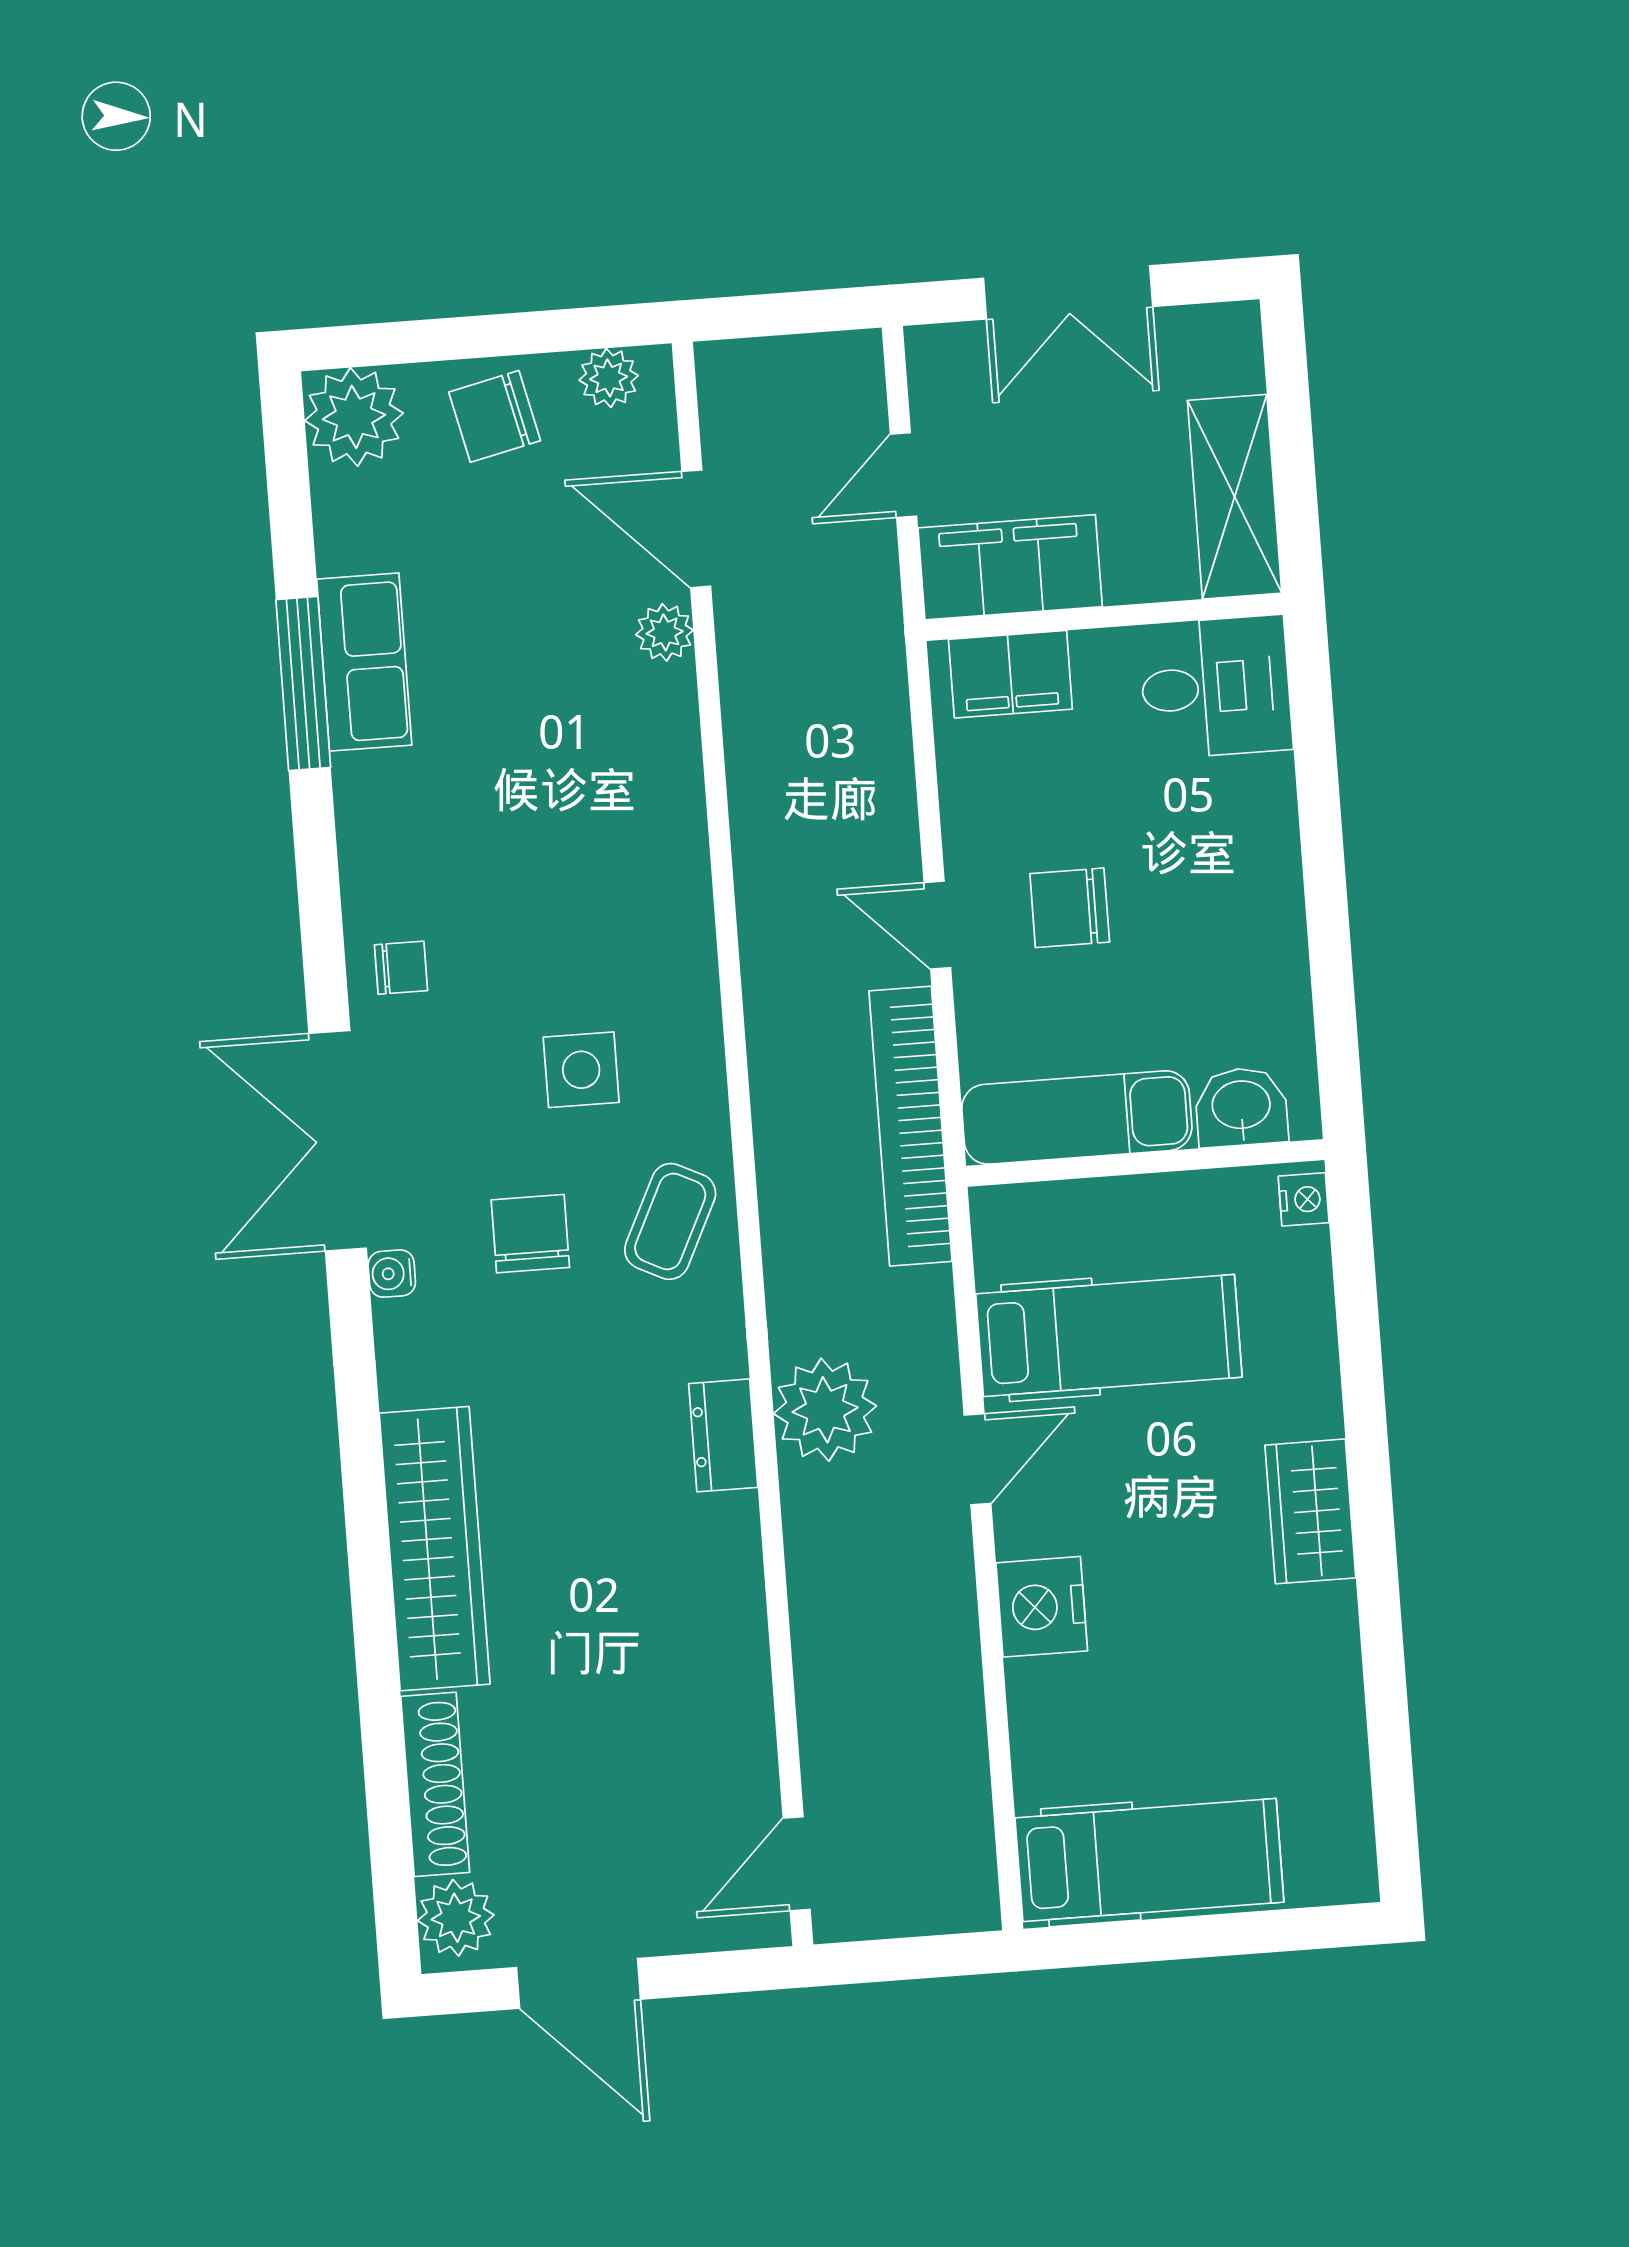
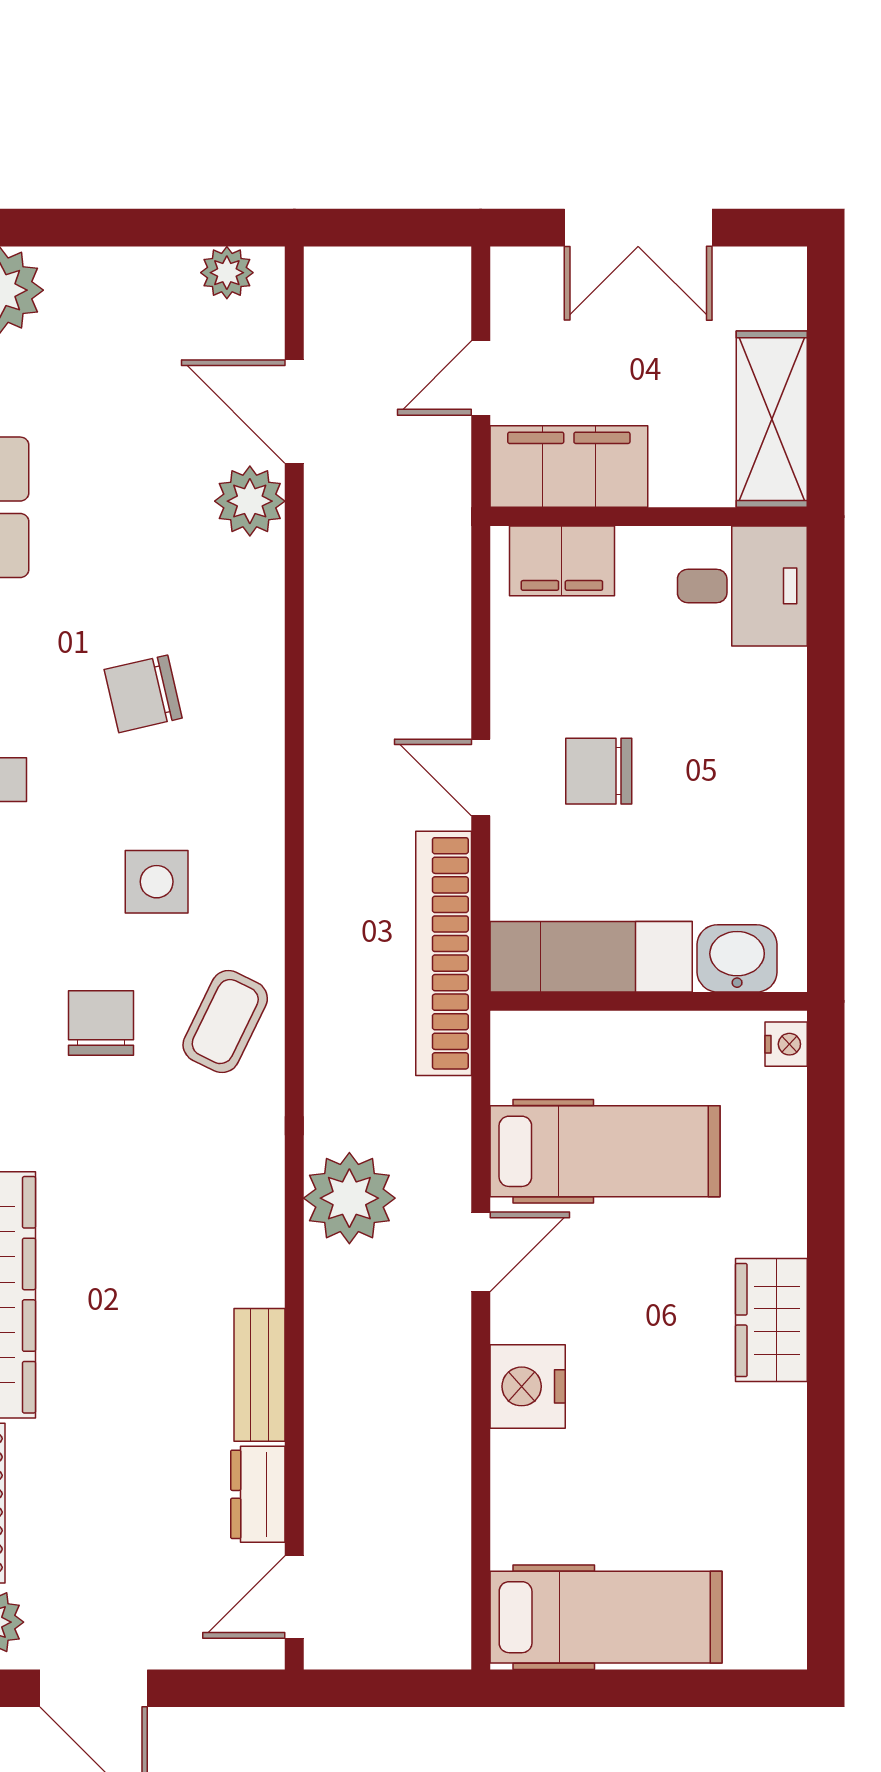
chair: (495, 416) -> (143, 694), moved
plant: (665, 632) -> (250, 501), width x1.38, depth x1.38
dresser: (723, 1435) -> (258, 1494), moved
bench: (739, 1616) -> (260, 1375), added

